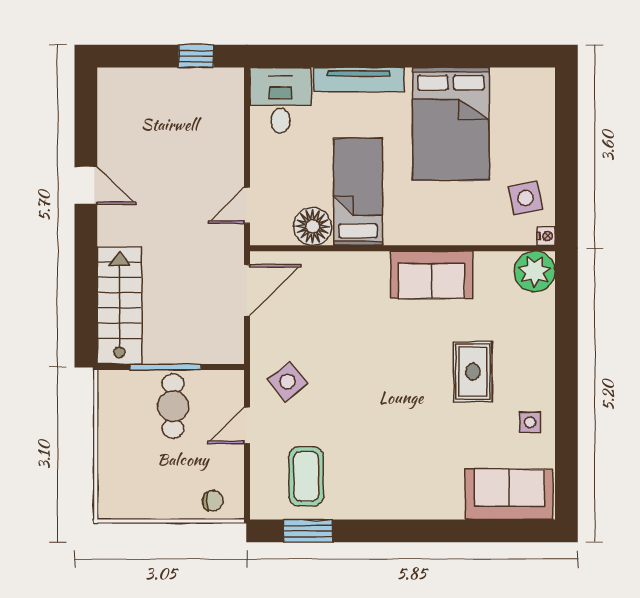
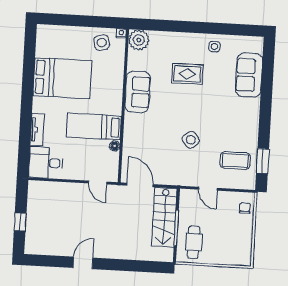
window: (196, 56) -> (20, 222), moved
tv unit: (359, 80) -> (37, 130), width x0.71
floor lamp: (313, 226) -> (115, 146), width x0.53, depth x0.53
stairs: (119, 305) -> (164, 217), moved, turned -90
side table: (287, 382) -> (191, 140), moved
cafe table: (173, 406) -> (194, 242), moved, turned 90
sofa: (509, 494) -> (249, 75), moved

